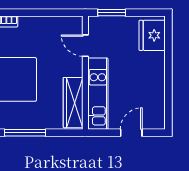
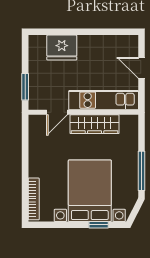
fridge: (152, 35) -> (62, 48), moved
wardrobe: (73, 103) -> (95, 124), moved

